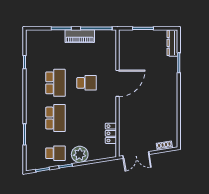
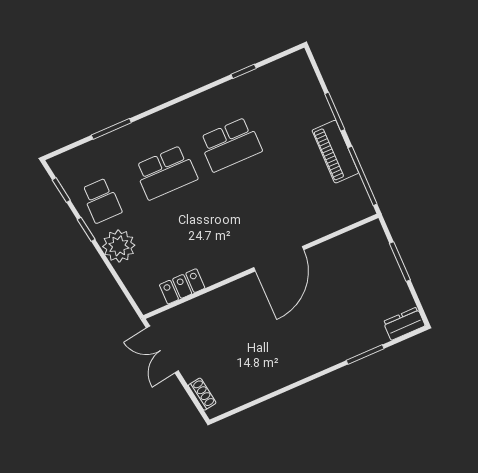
dresser: (172, 43) -> (404, 324), width x0.70
school desk: (87, 83) -> (255, 202), removed
door: (118, 83) -> (279, 259), hinge flipped

